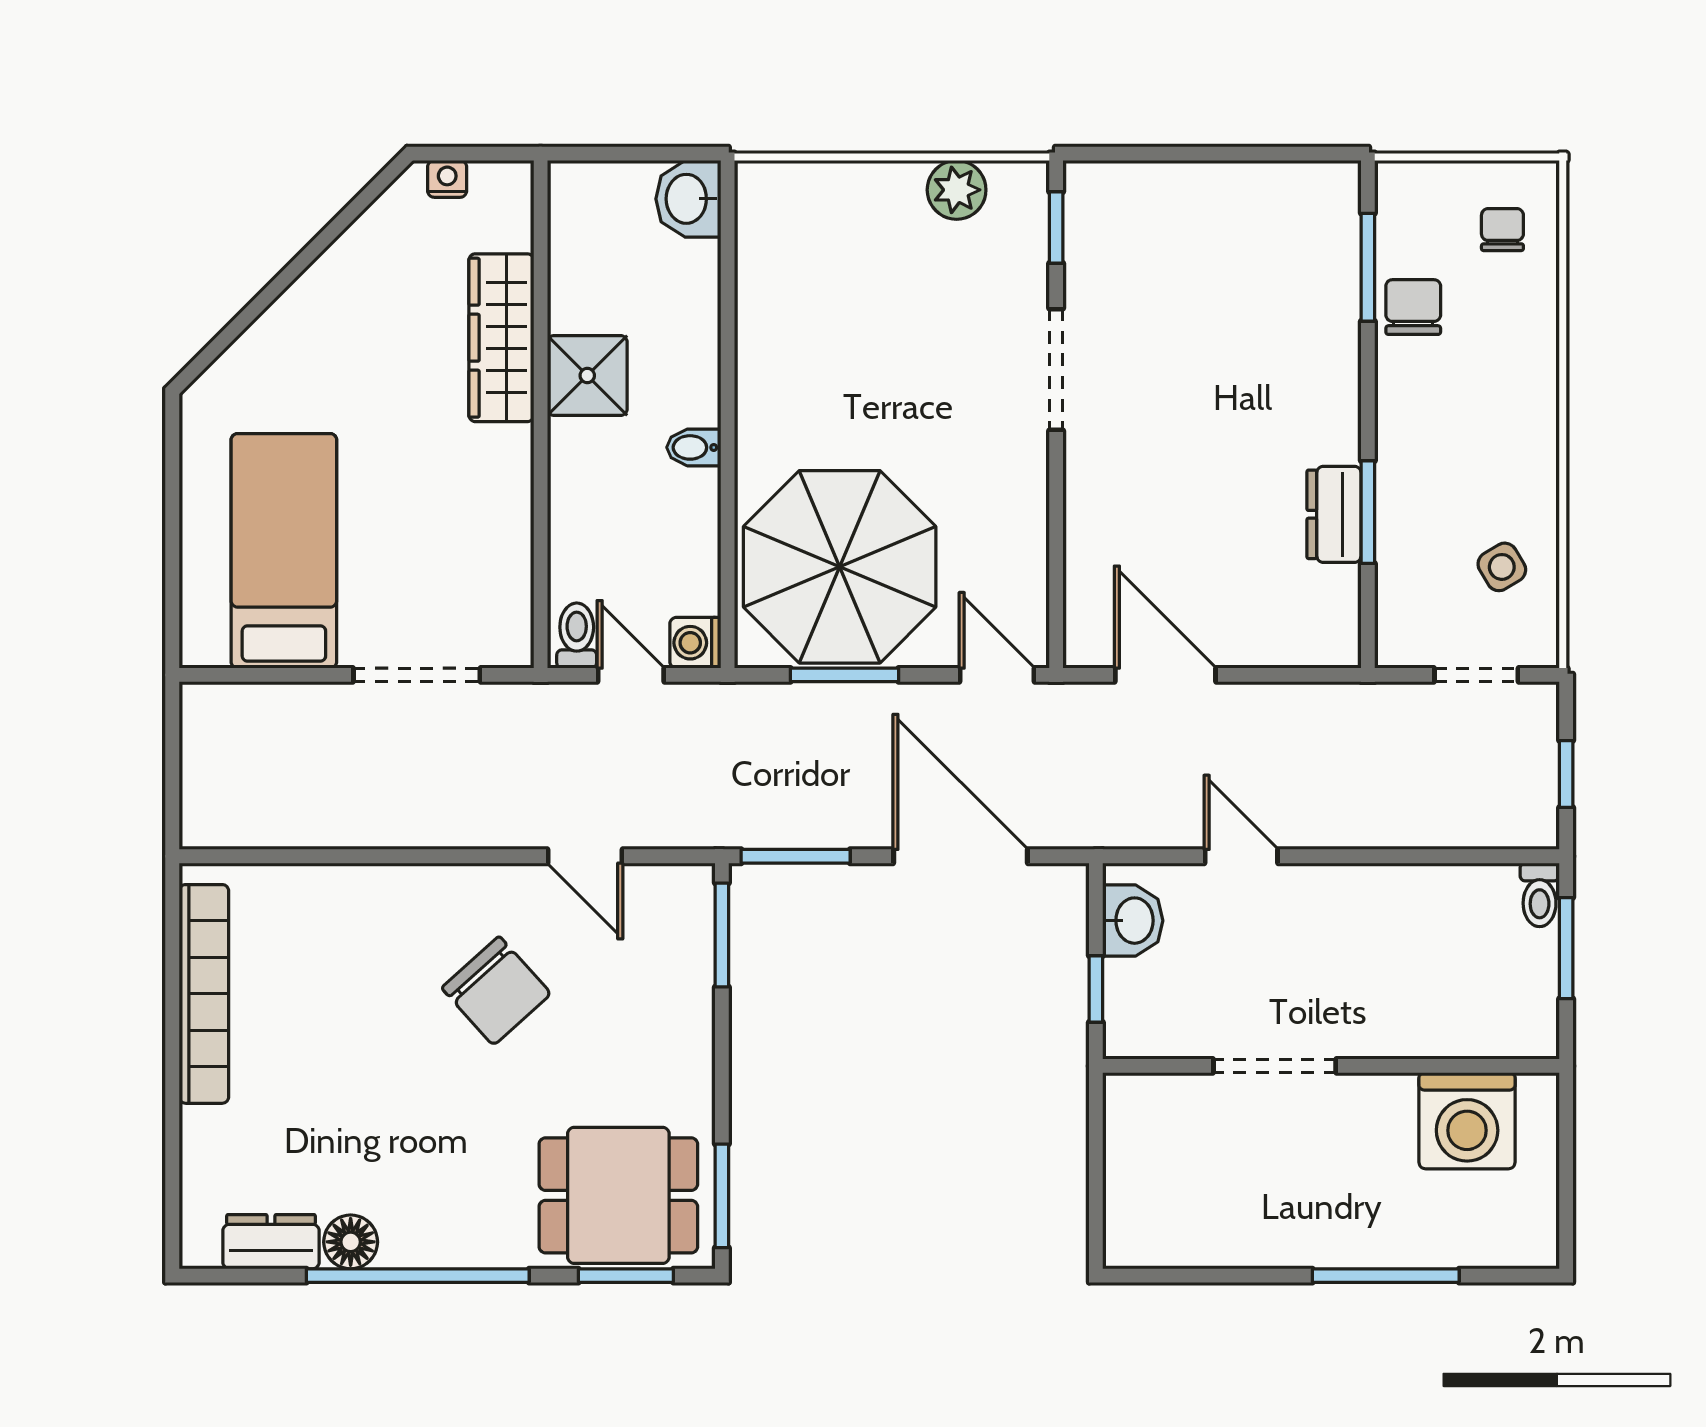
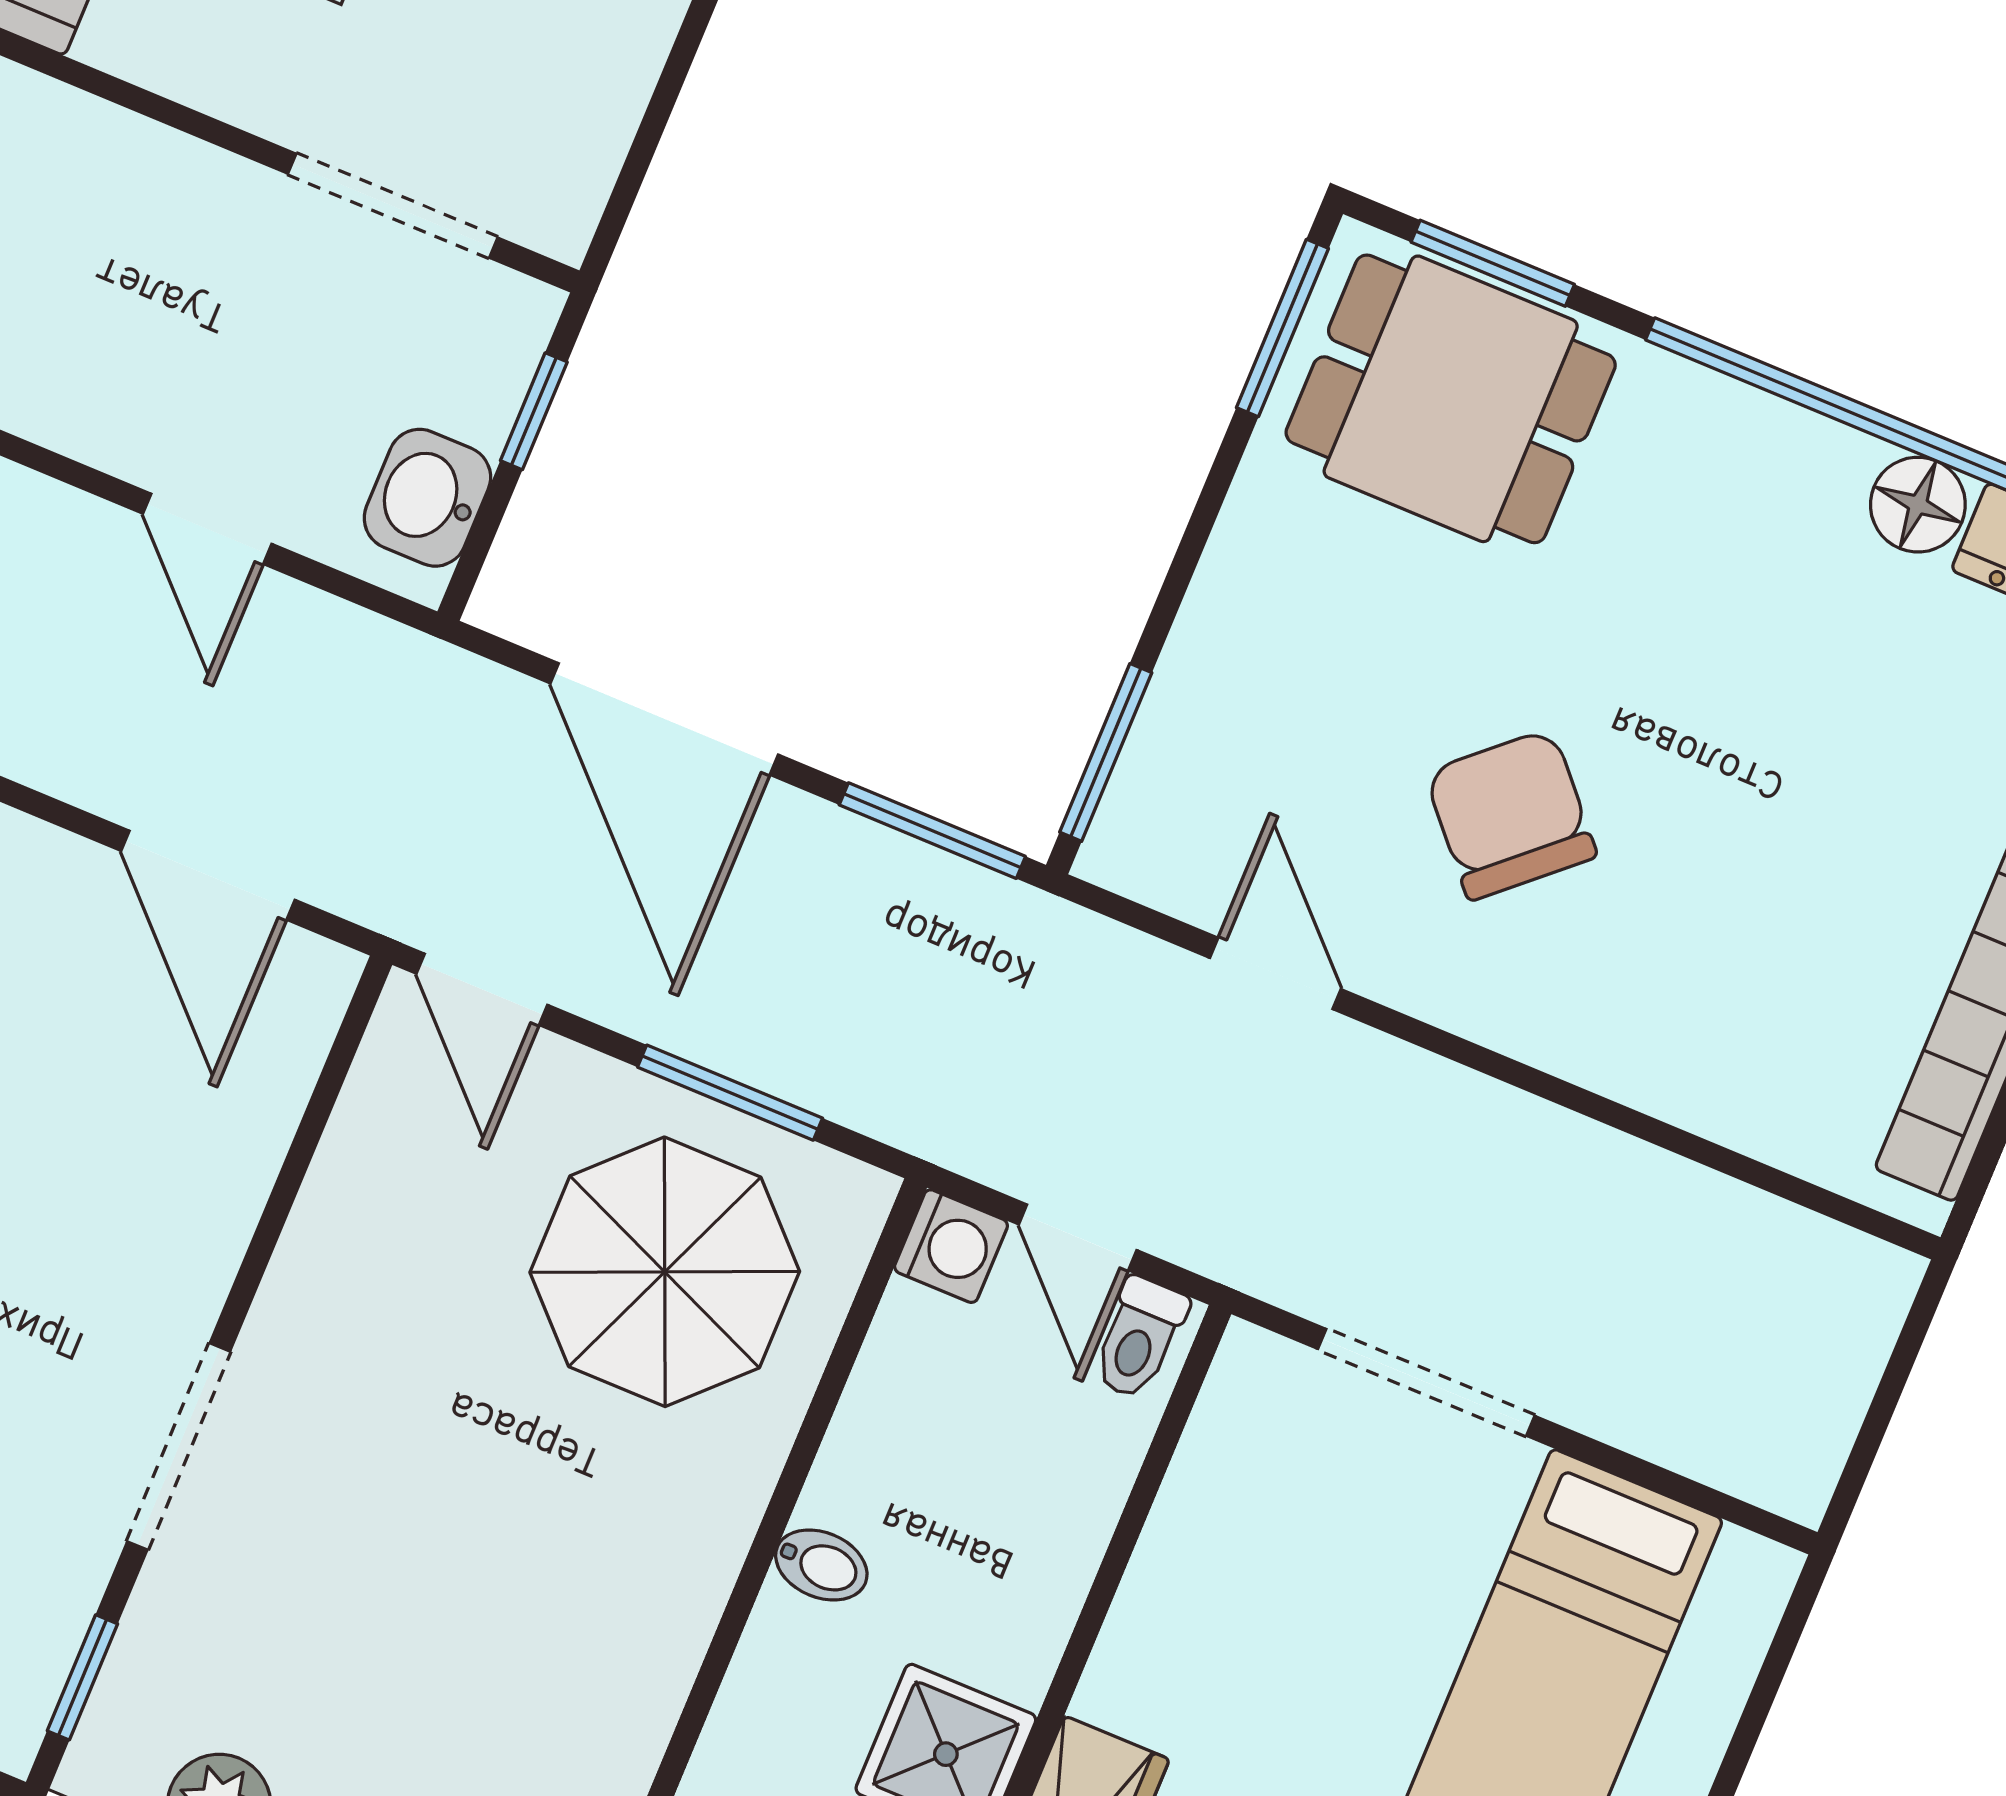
parasol: (840, 567) -> (665, 1272), width x0.73, depth x0.73
doorway: (1275, 1066) -> (393, 206), moved

